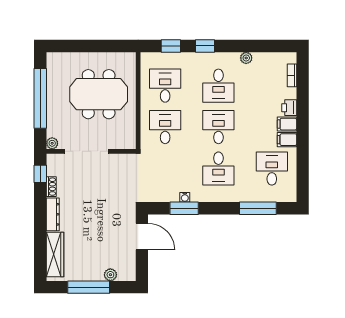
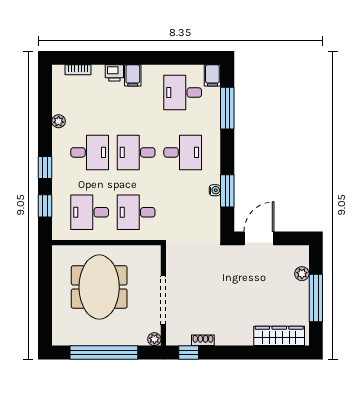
filing cabinet: (287, 140) -> (212, 75), moved
dresser: (53, 214) -> (234, 338), removed

